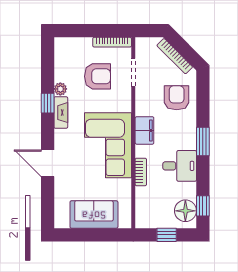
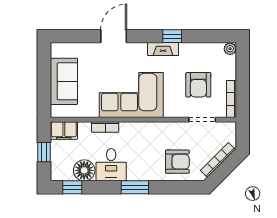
plant: (60, 89) -> (230, 49), moved
filing cabinet: (144, 130) -> (64, 130), moved
floor lamp: (185, 211) -> (84, 170), moved

